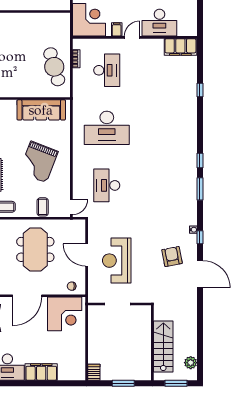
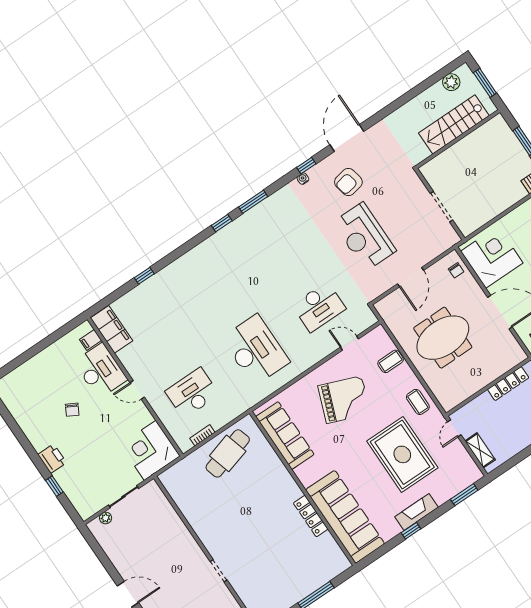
filing cabinet: (117, 29) -> (91, 340), moved
door: (71, 207) -> (350, 343), moved
reception desk: (117, 261) -> (364, 237), moved, turned 90

